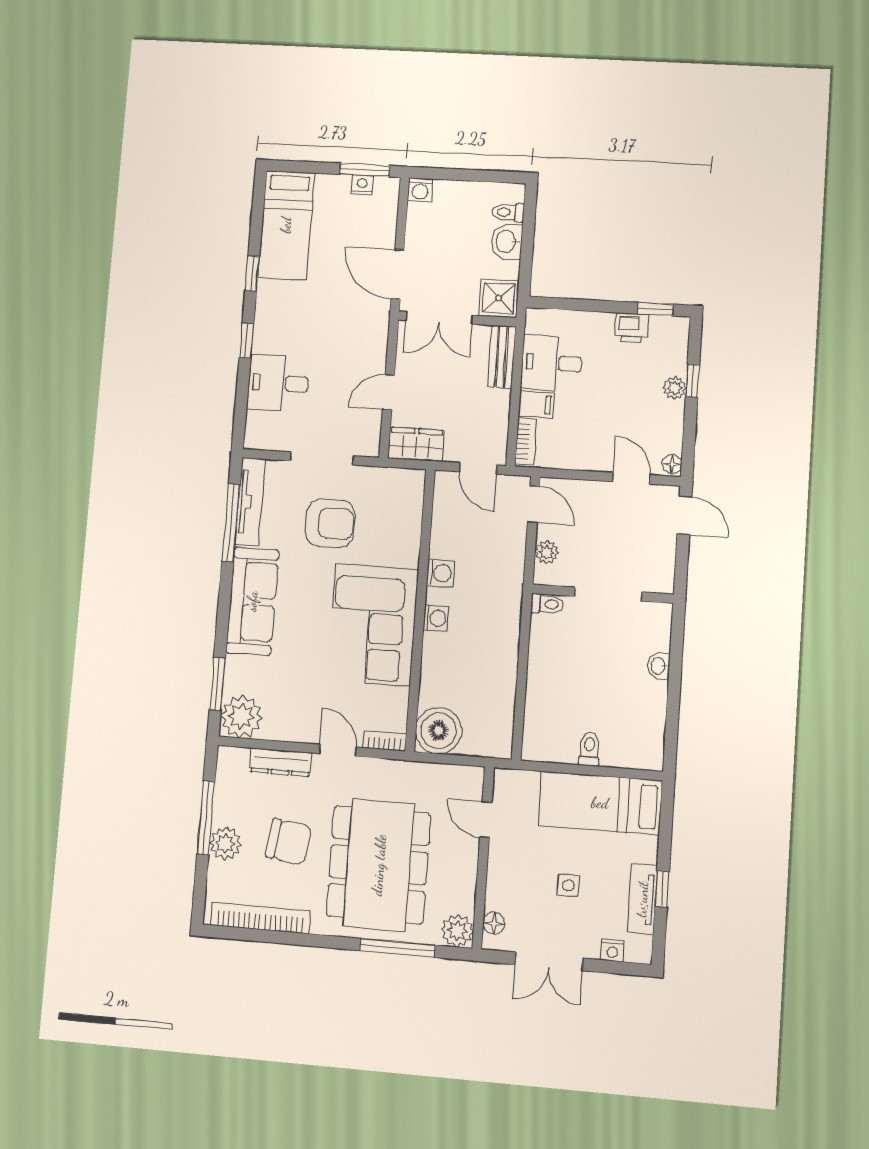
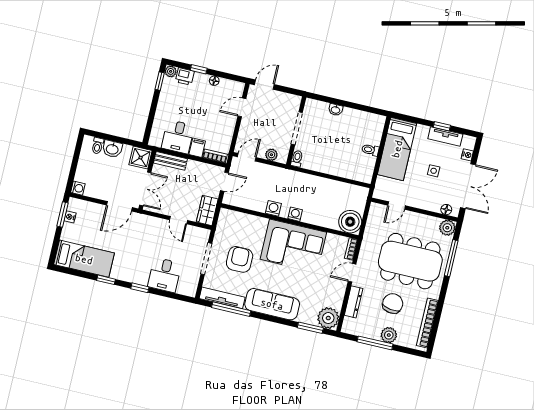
printer: (632, 328) -> (185, 76), moved, turned 90
plant: (675, 388) -> (171, 71), moved
floor lamp: (672, 464) -> (214, 81), moved
double door: (549, 961) -> (468, 186), width x1.37

